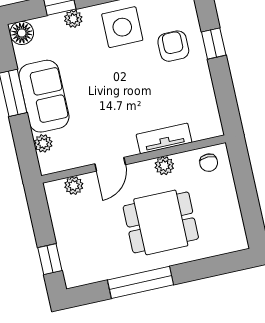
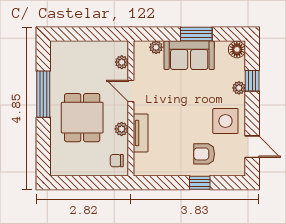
armchair: (173, 46) -> (204, 154), turned 180
window: (50, 259) -> (74, 34), removed

